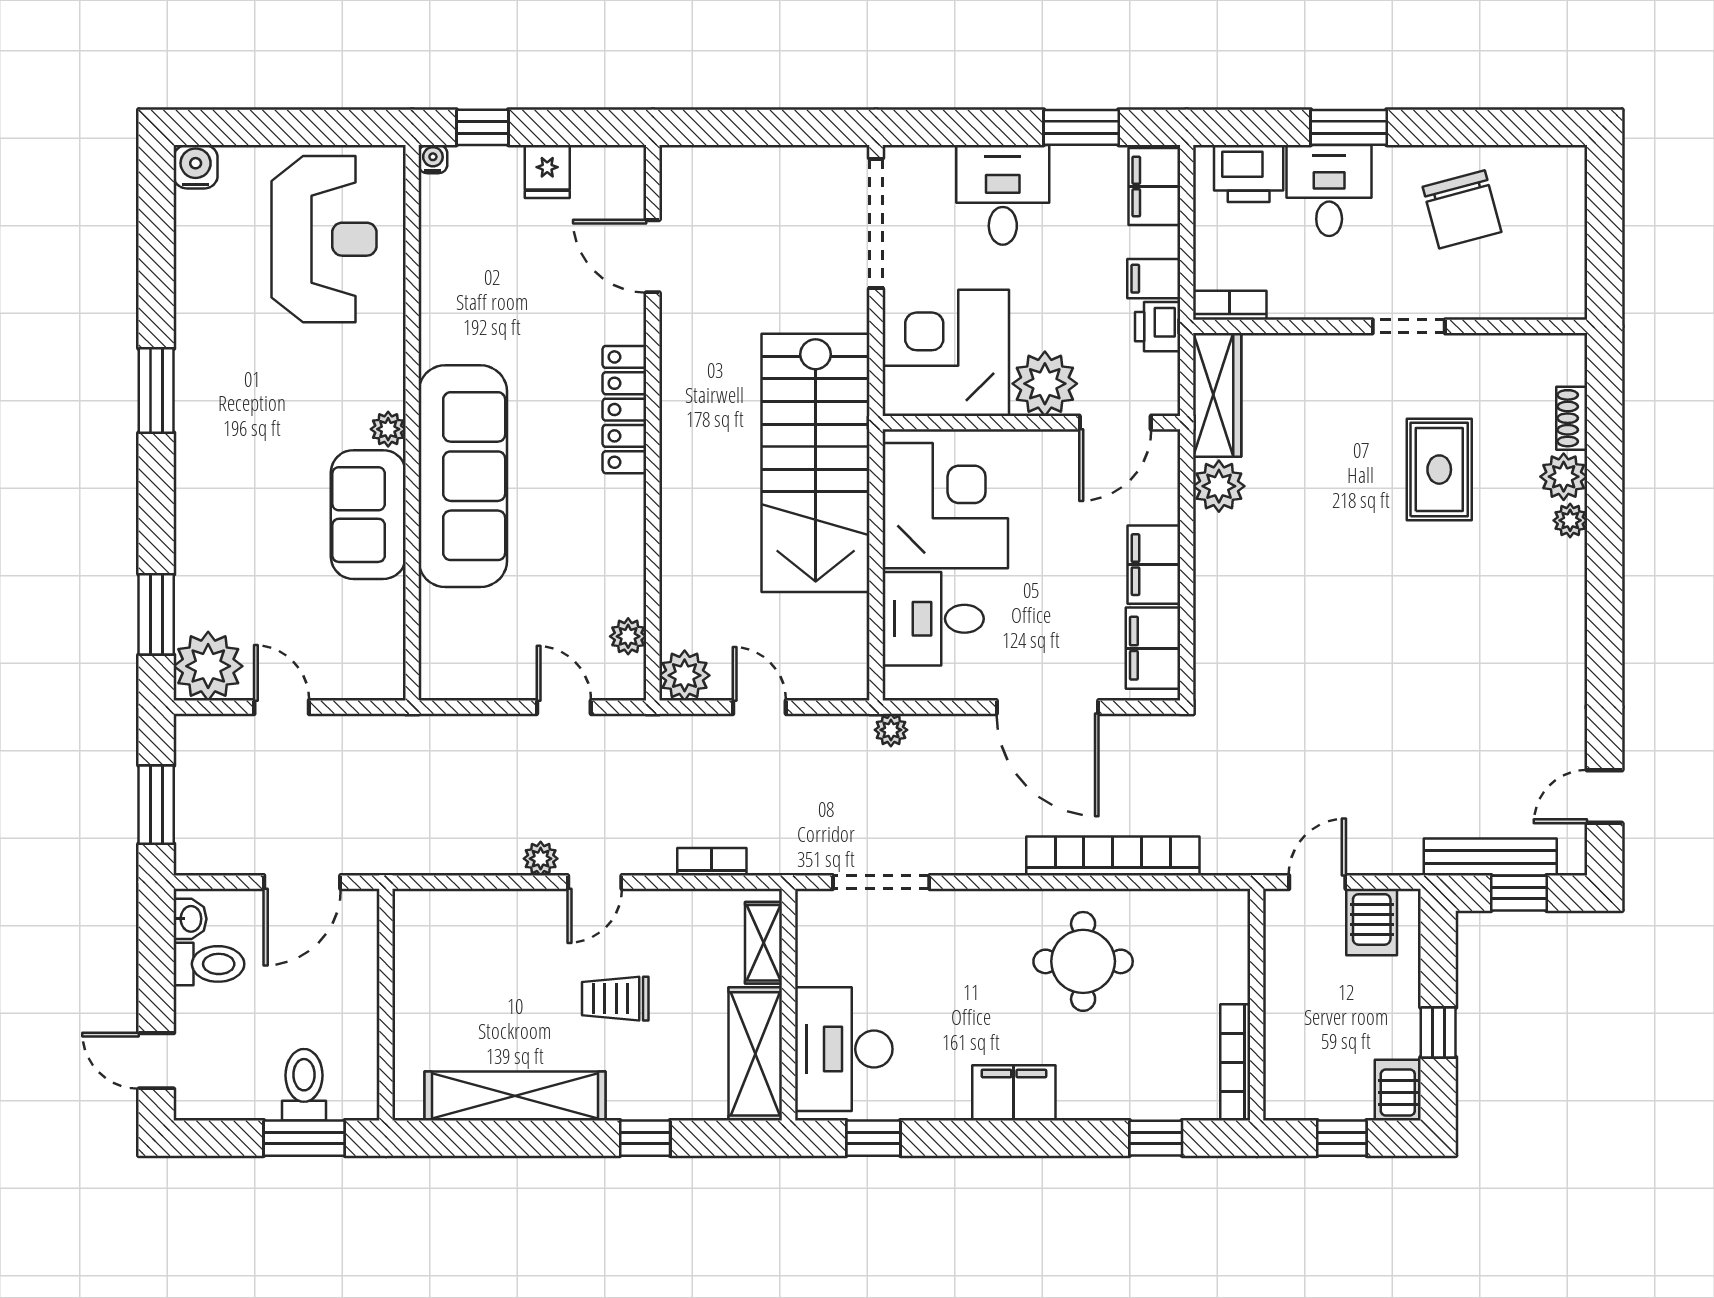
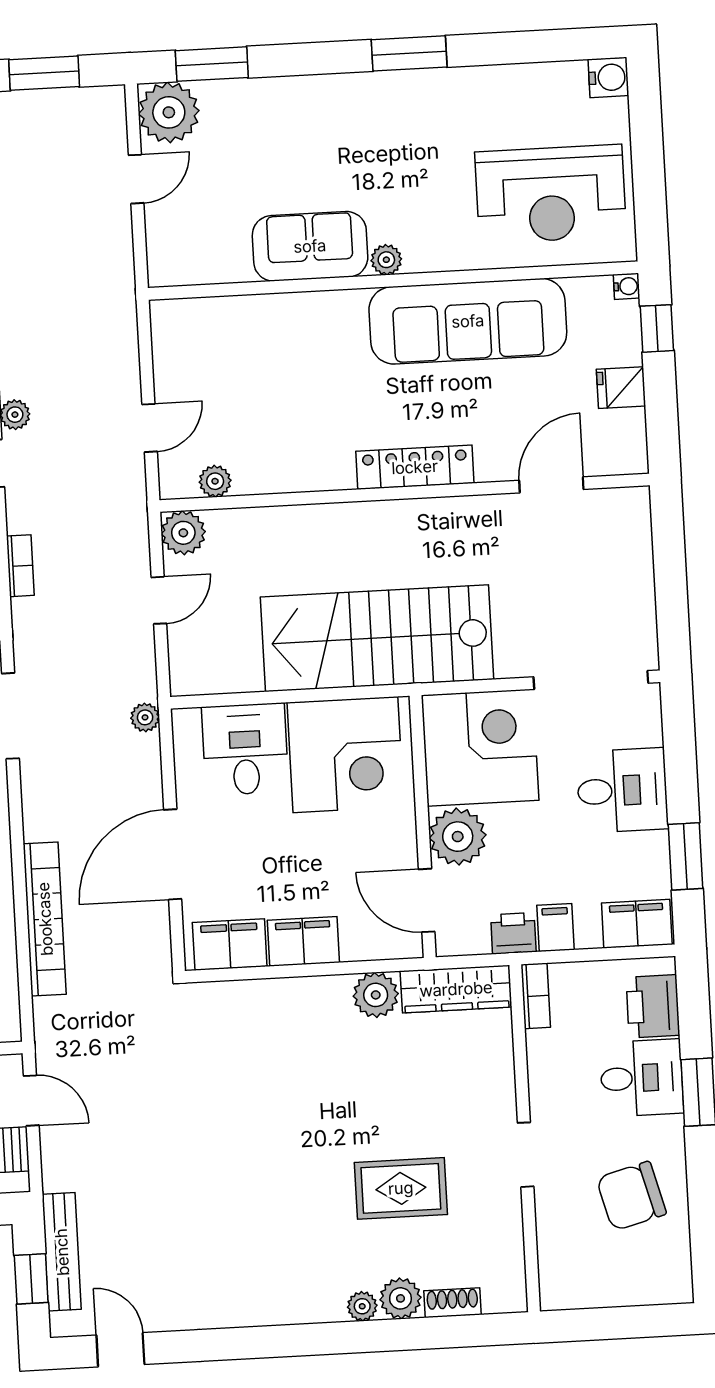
sofa: (463, 476) -> (468, 321), moved

